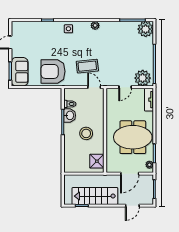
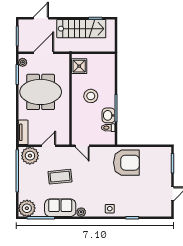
coffee table: (87, 66) -> (60, 177), moved
sofa: (20, 72) -> (60, 208), moved, turned 90

